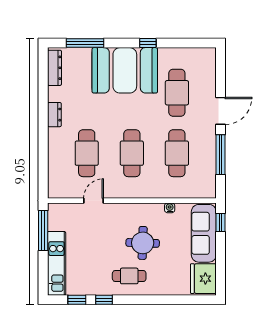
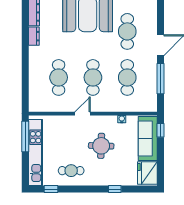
dresser: (54, 115) -> (34, 36), moved
door: (94, 201) -> (83, 114), moved
kitchen unit: (57, 263) -> (36, 152), width x1.36
cafe table: (129, 276) -> (71, 171), moved
window: (104, 300) -> (115, 189), moved

